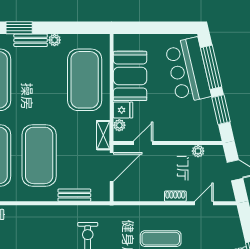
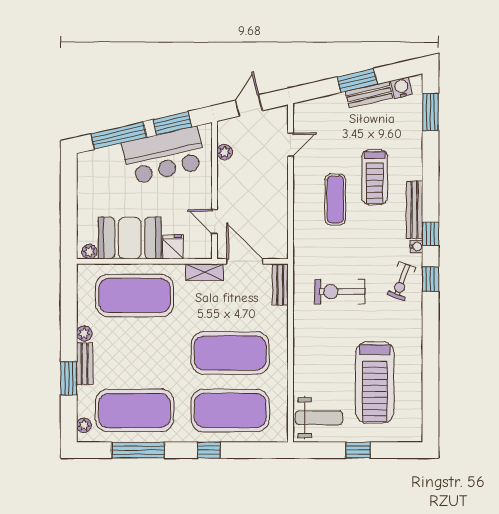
bar counter: (188, 70) -> (164, 155), moved
plant: (119, 125) -> (89, 252), moved
bench: (74, 195) -> (280, 284), moved
shoe rack: (175, 196) -> (282, 181), removed
door: (204, 203) -> (291, 145), swing flipped

